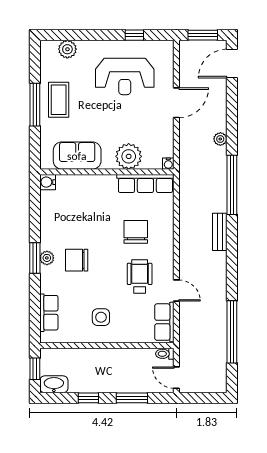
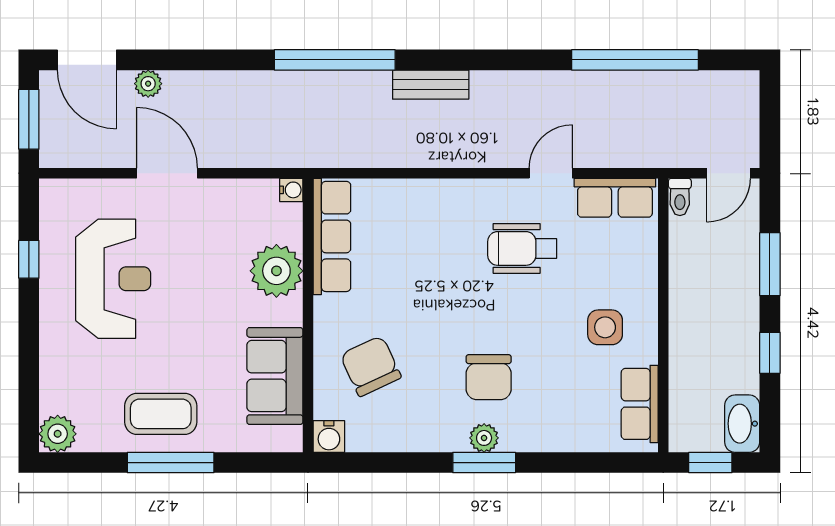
plant: (67, 49) -> (58, 434), moved
plant: (220, 139) -> (148, 84), moved
chair: (136, 232) -> (371, 366), moved, turned 65
row of seats: (49, 313) -> (640, 404), moved, turned -90

